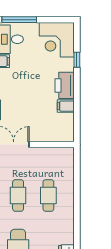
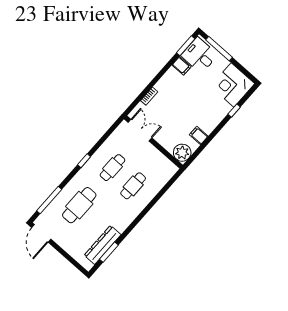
printer: (65, 85) -> (210, 121), removed
plant: (65, 132) -> (182, 153), added

